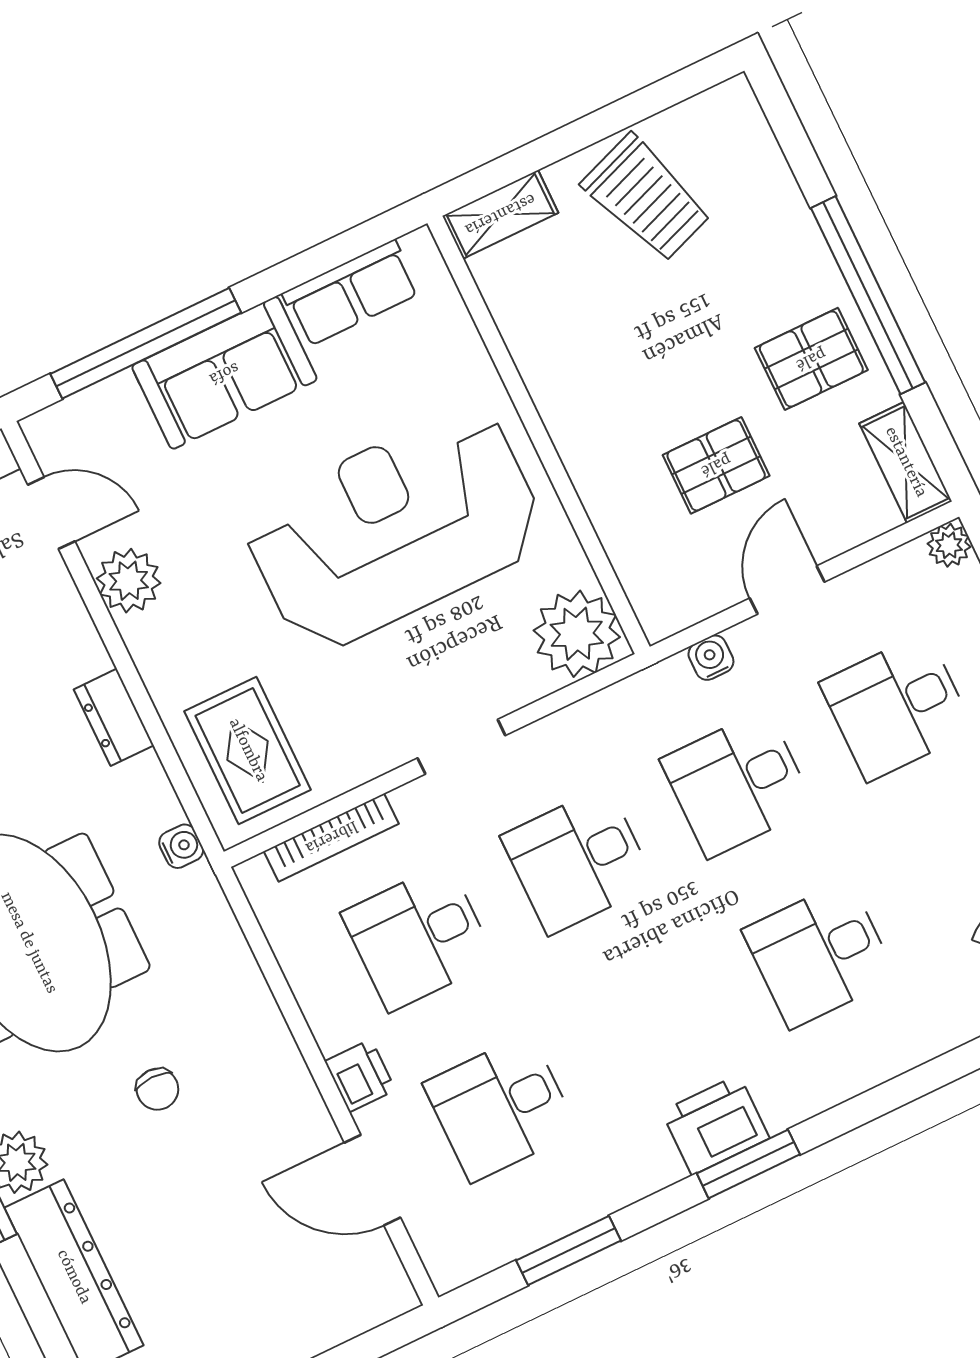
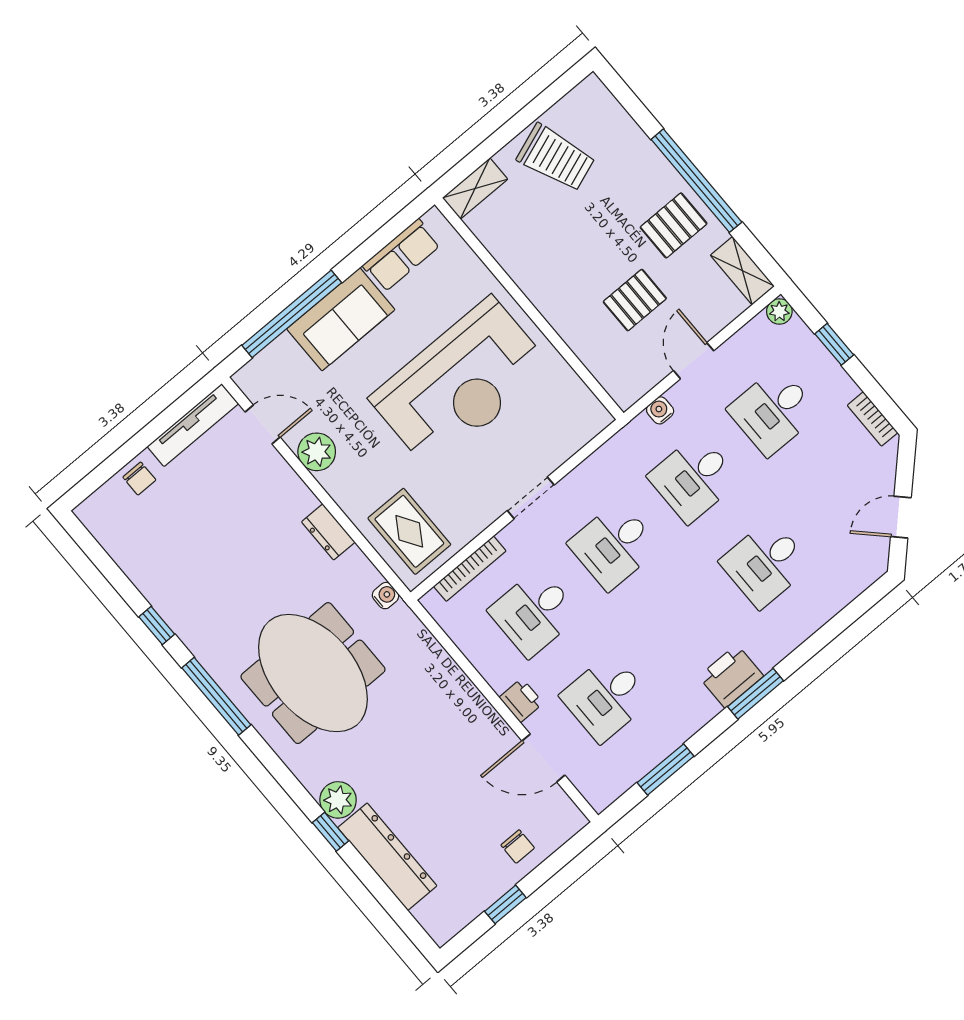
reception desk: (394, 529) -> (461, 383), turned 180
plant: (577, 634) -> (580, 416), removed
chair: (157, 1089) -> (518, 846), moved

